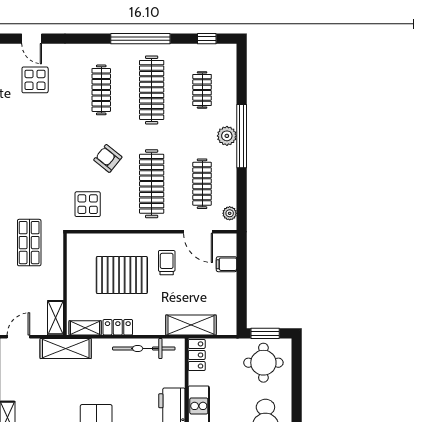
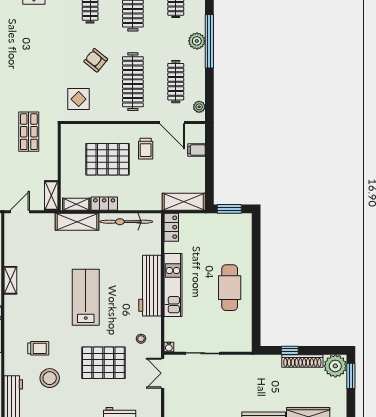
trolley: (167, 263) -> (146, 149), turned 180
shelving: (191, 325) -> (184, 202), moved
shelving: (66, 349) -> (77, 222), moved
round table: (263, 363) -> (228, 234), removed

